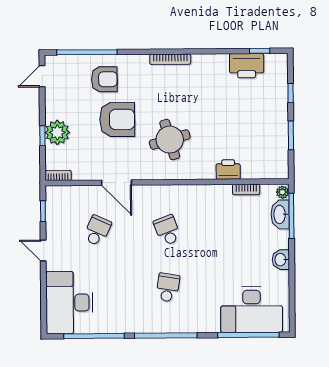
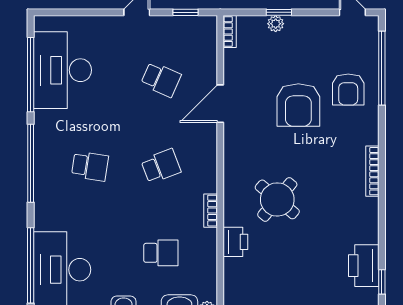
plant: (57, 132) -> (276, 24), width x0.53, depth x0.53
round table: (170, 140) -> (277, 199), moved, turned -34
bookcase: (246, 190) -> (211, 211), moved
school desk: (237, 230) -> (161, 253), added
desk: (69, 303) -> (63, 70), moved, turned -90

